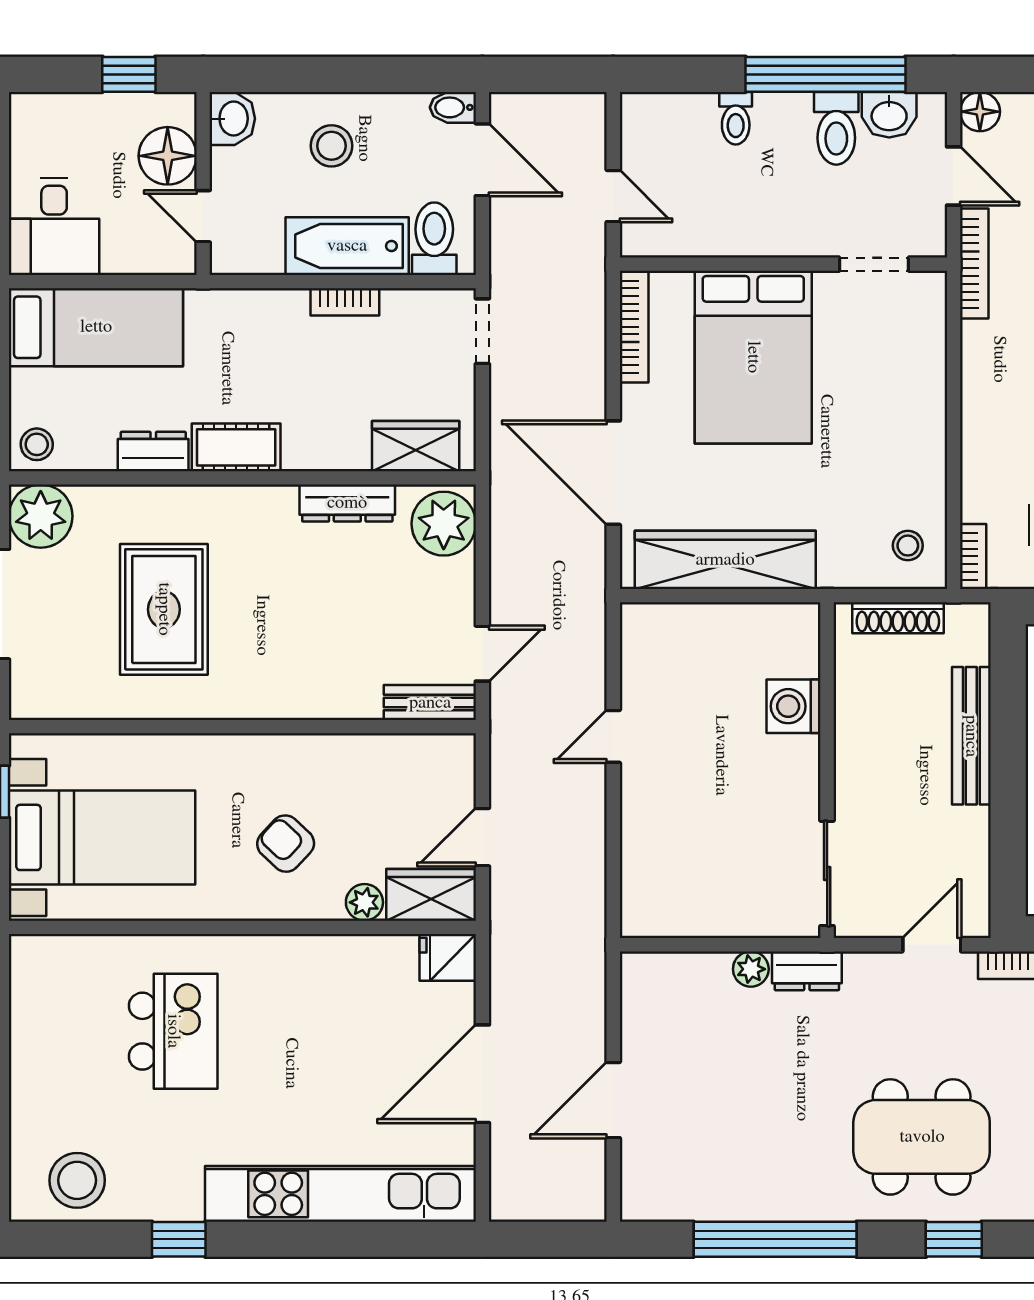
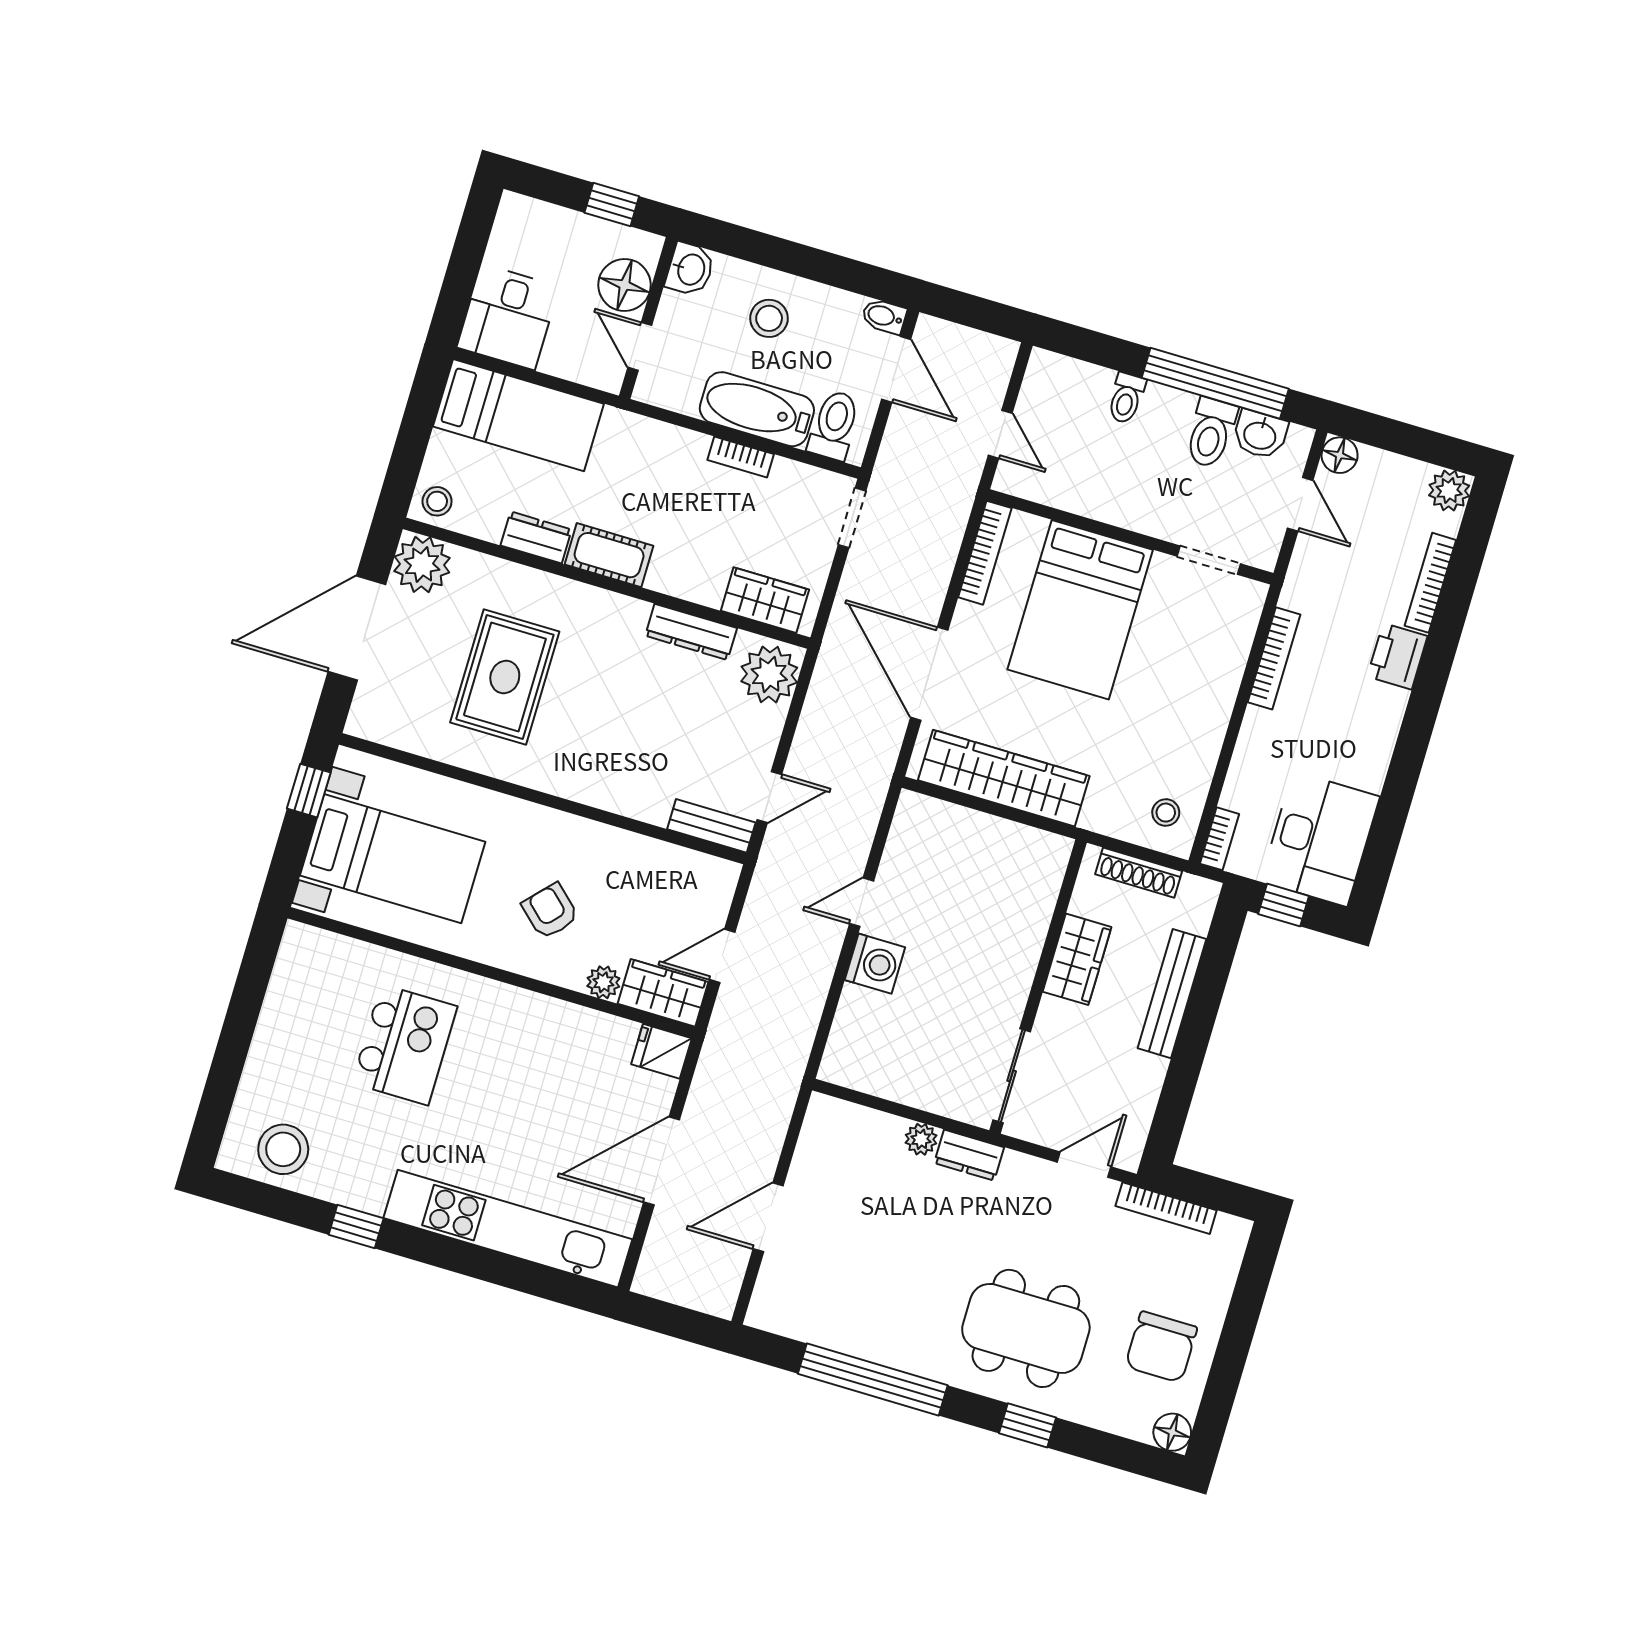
bookcase: (974, 263) -> (1274, 658), moved
washing machine: (794, 706) -> (875, 964), moved, turned 180
wardrobe: (860, 729) -> (1077, 959), added

